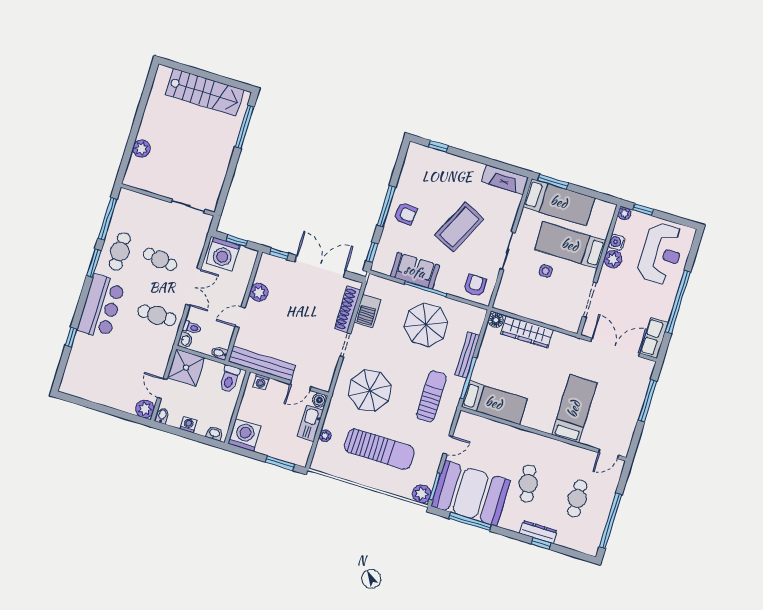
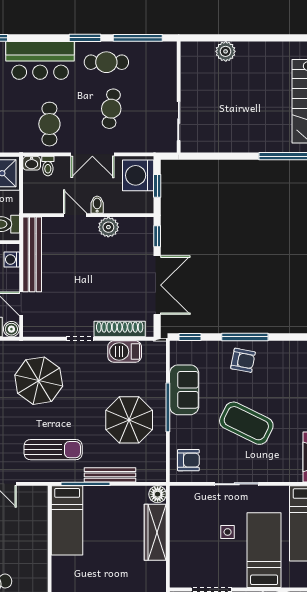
armchair: (405, 214) -> (243, 360), turned -84
bidet: (219, 353) -> (97, 205), moved

